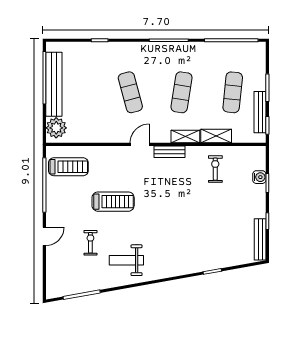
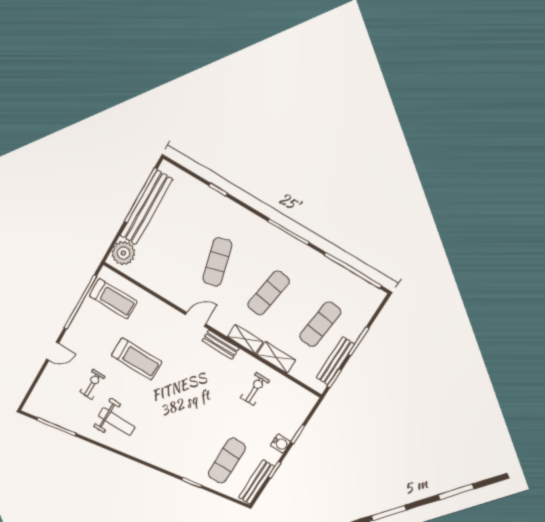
water cooler: (259, 177) -> (281, 444), moved
exercise mat: (228, 237) -> (227, 461), added
weight bench: (126, 260) -> (117, 422), turned 180

